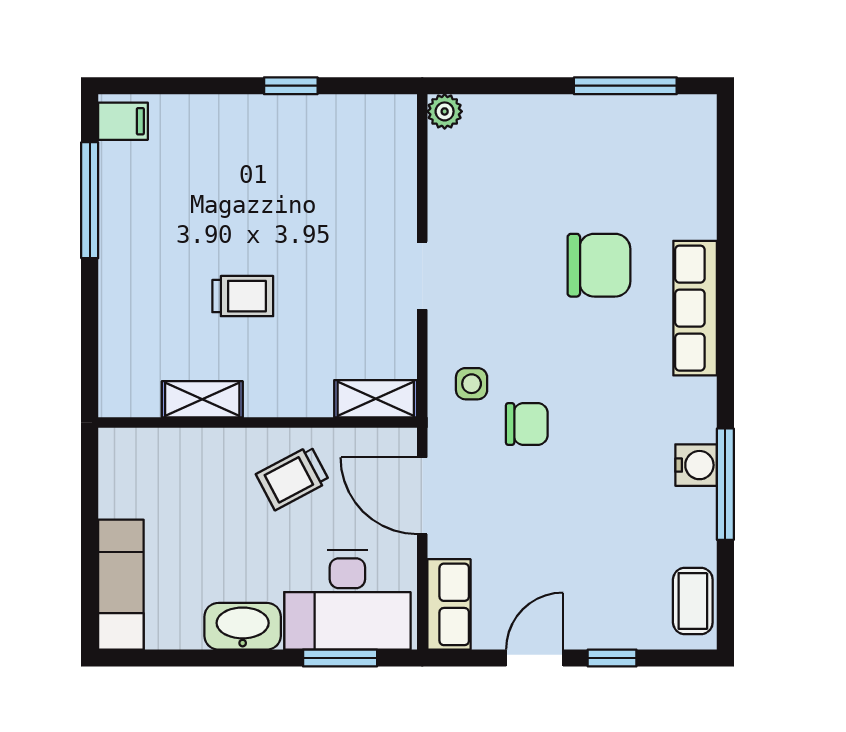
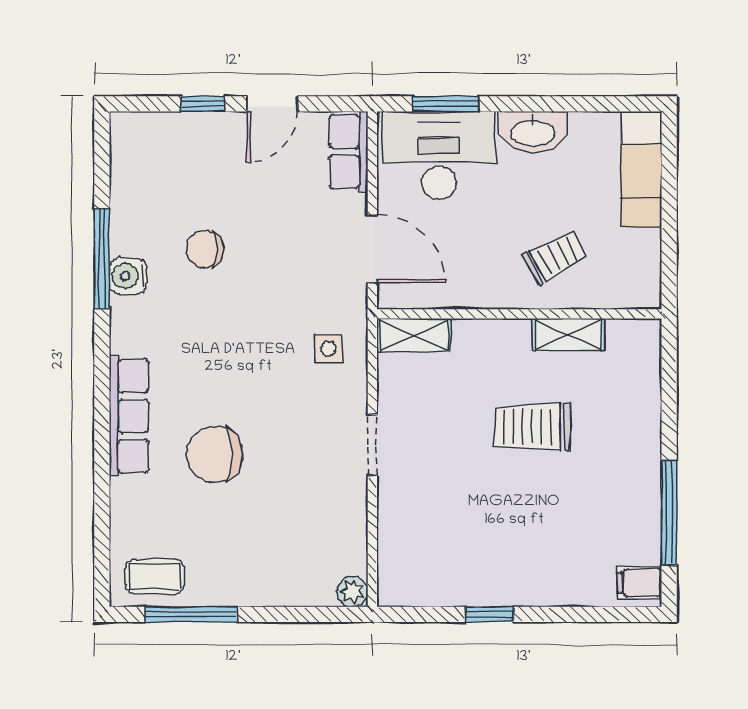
trolley: (243, 296) -> (533, 427), width x1.36, depth x1.39
chair: (527, 424) -> (205, 249), moved
trolley: (293, 478) -> (555, 257), moved
coffee table: (693, 601) -> (155, 577), moved, turned 90

